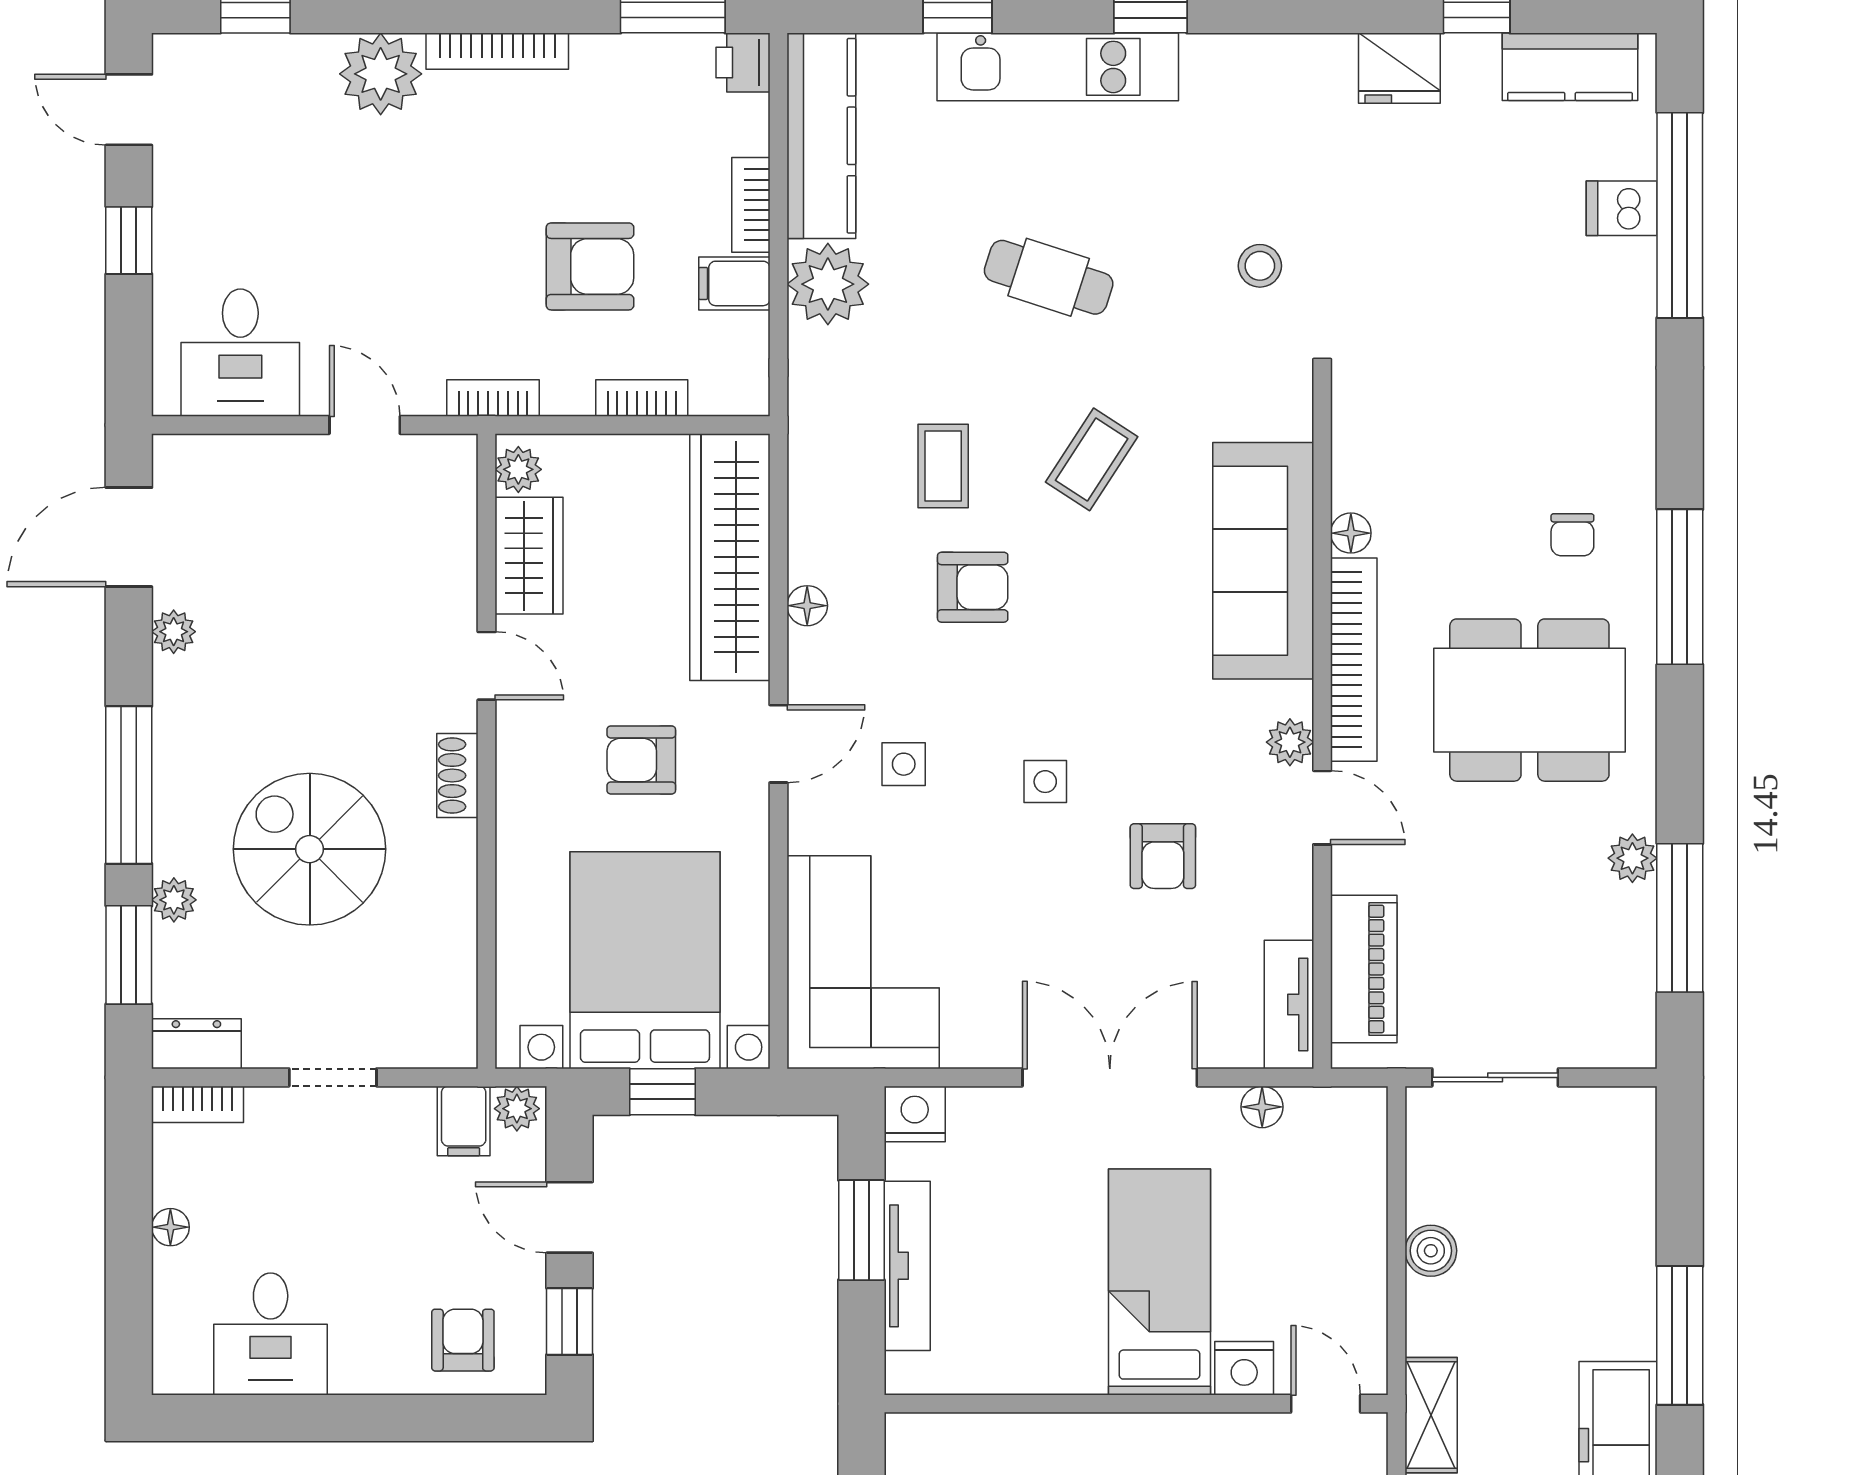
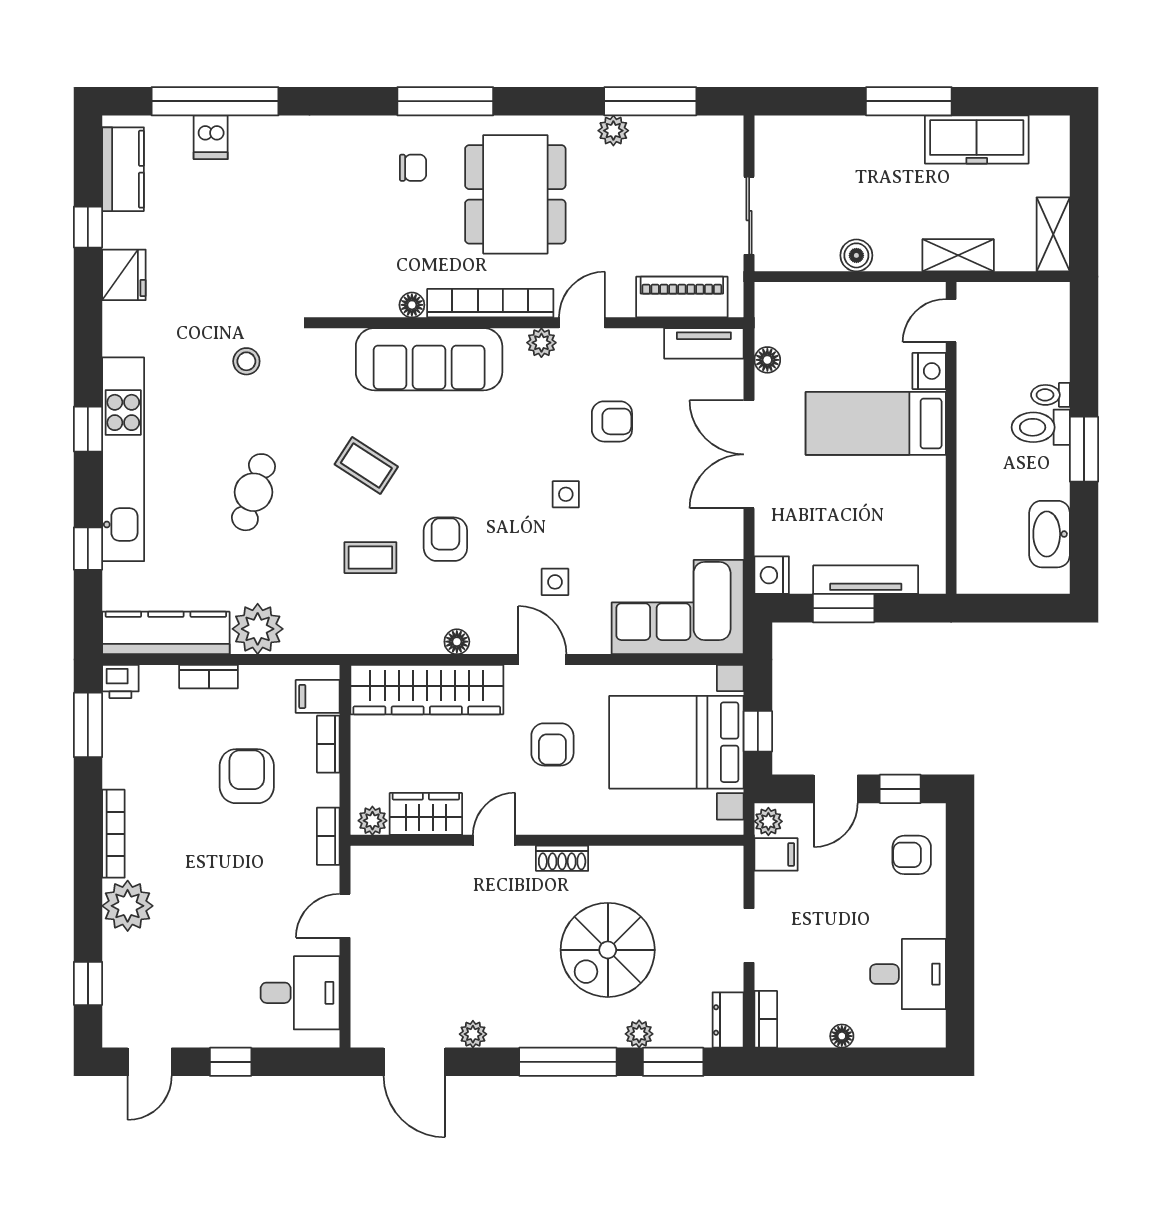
kitchen unit: (1058, 67) -> (123, 459), width x1.36
filing cabinet: (734, 283) -> (318, 696), moved, turned 90

